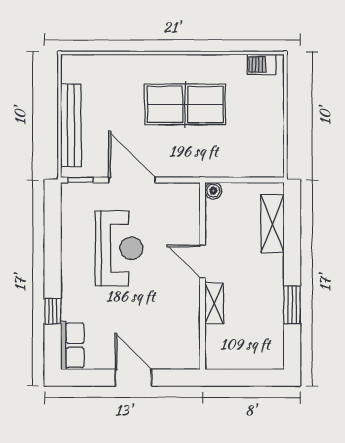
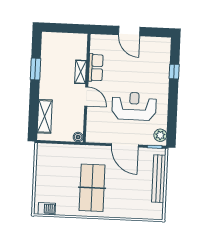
table tennis table: (185, 104) -> (92, 188), turned 90
plant: (72, 200) -> (160, 135), added
reception desk: (119, 248) -> (134, 106), turned 90
row of seats: (72, 345) -> (96, 68), moved, turned 180

